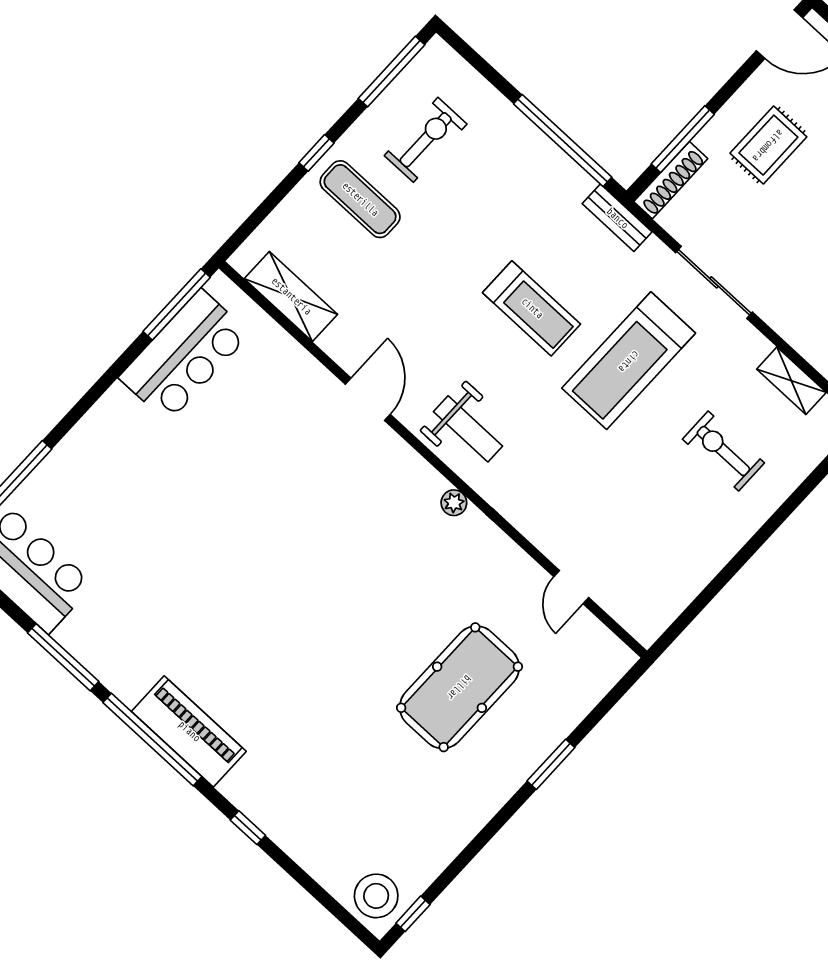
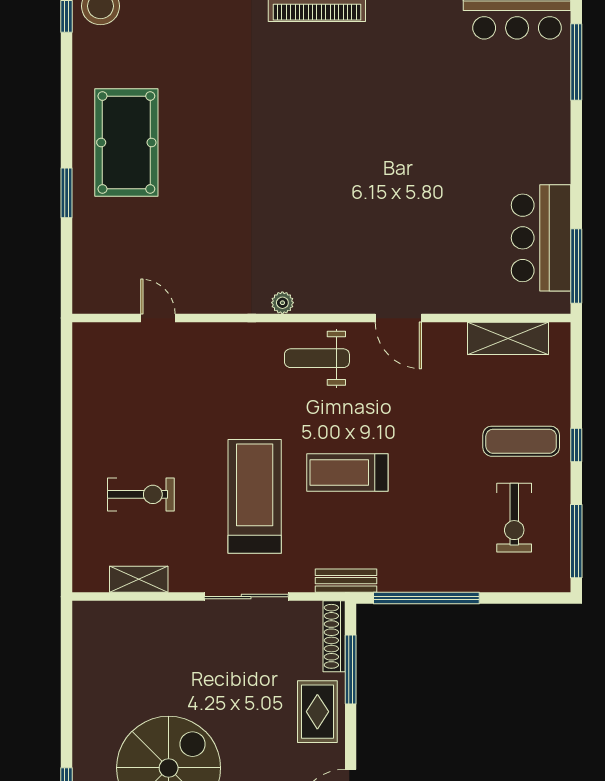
rug: (768, 145) -> (317, 712), moved
pool table: (459, 687) -> (126, 142), moved

